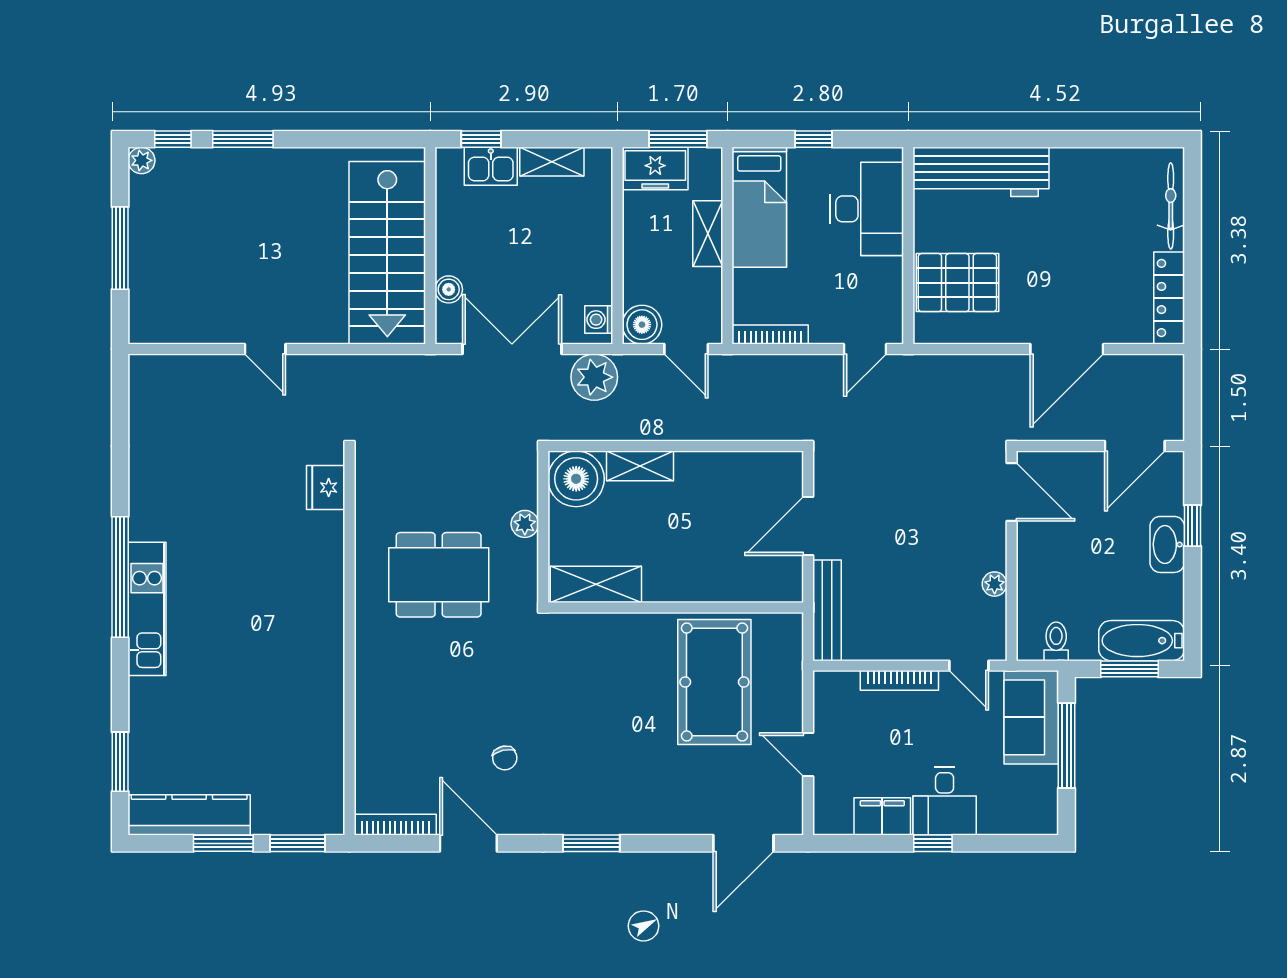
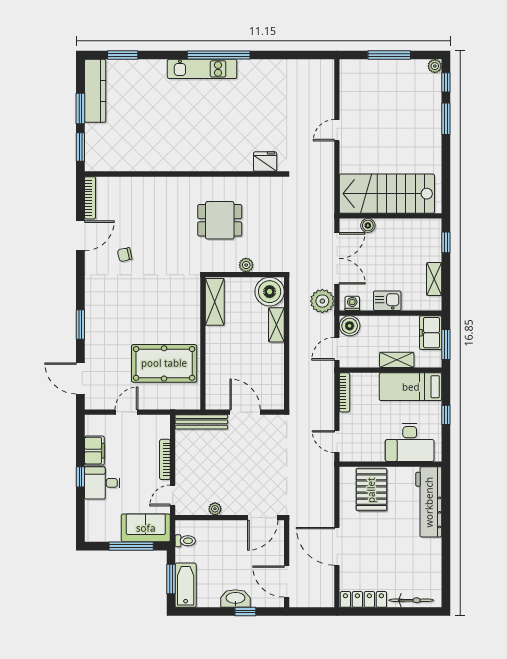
kitchen sink: (491, 166) -> (387, 301), moved, turned 90
dining table: (439, 575) -> (220, 220), width x0.73
window: (591, 843) -> (80, 324), moved

